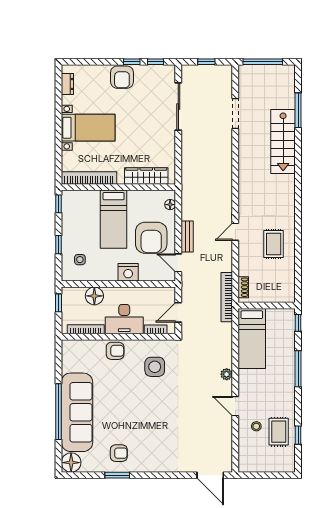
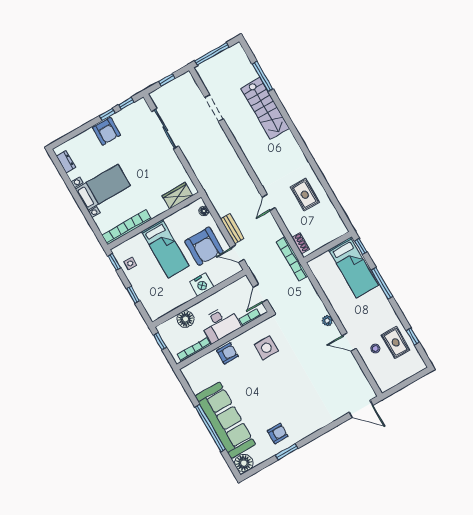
wardrobe: (146, 176) -> (177, 196), width x0.67
side table: (80, 260) -> (130, 263), moved
bed: (252, 339) -> (353, 268), moved

